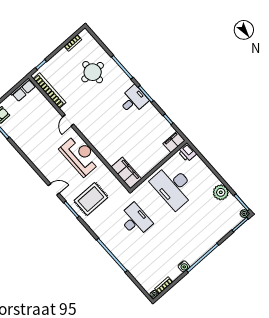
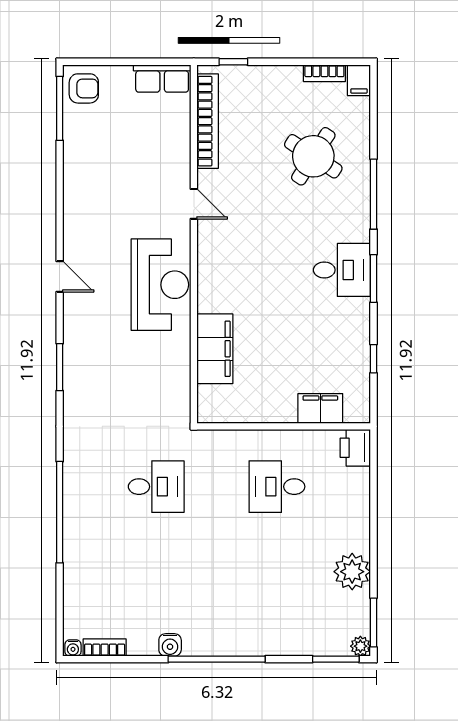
filing cabinet: (86, 35) -> (359, 80), added
round table: (93, 72) -> (313, 156), turned 33
door: (68, 121) -> (194, 204), swing flipped
filing cabinet: (174, 142) -> (320, 408), moved
filing cabinet: (126, 173) -> (215, 349), moved
desk: (173, 187) -> (277, 487), width x0.53, depth x0.77
door: (54, 189) -> (60, 276), moved
rug: (91, 199) -> (111, 379), removed
desk: (135, 220) -> (156, 487), width x0.73

